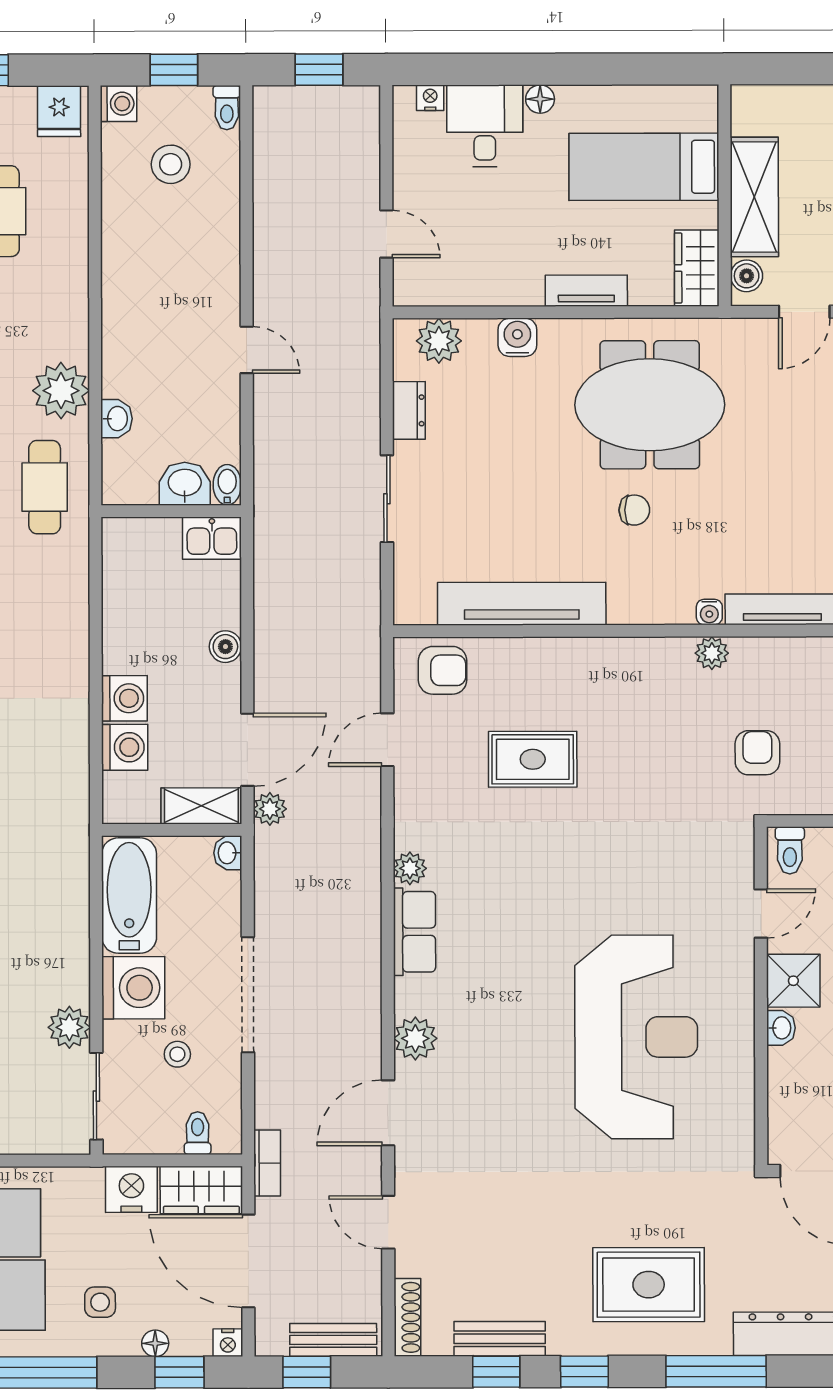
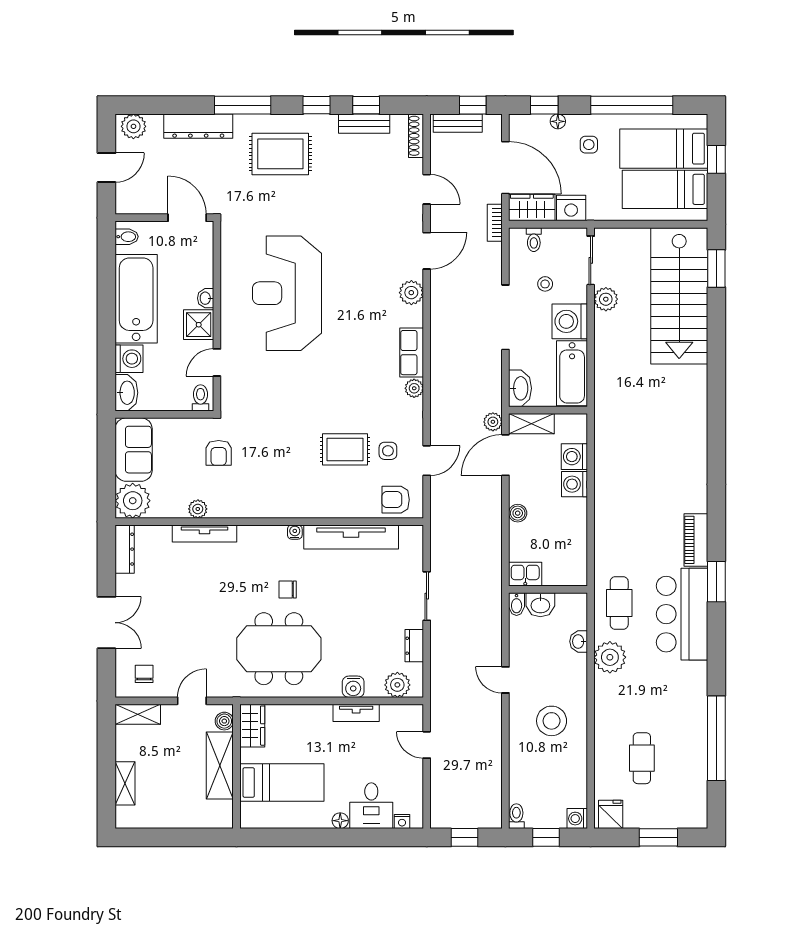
stool: (171, 164) -> (552, 721), moved, width x1.38, depth x1.38
tv unit: (586, 291) -> (356, 713), moved
water cooler: (709, 612) -> (295, 532), moved
plant: (712, 653) -> (198, 509), moved
side table: (456, 757) -> (388, 451), added
washbasin: (228, 853) -> (520, 388), width x1.91, depth x1.45
nightstand: (228, 1343) -> (517, 122), removed

